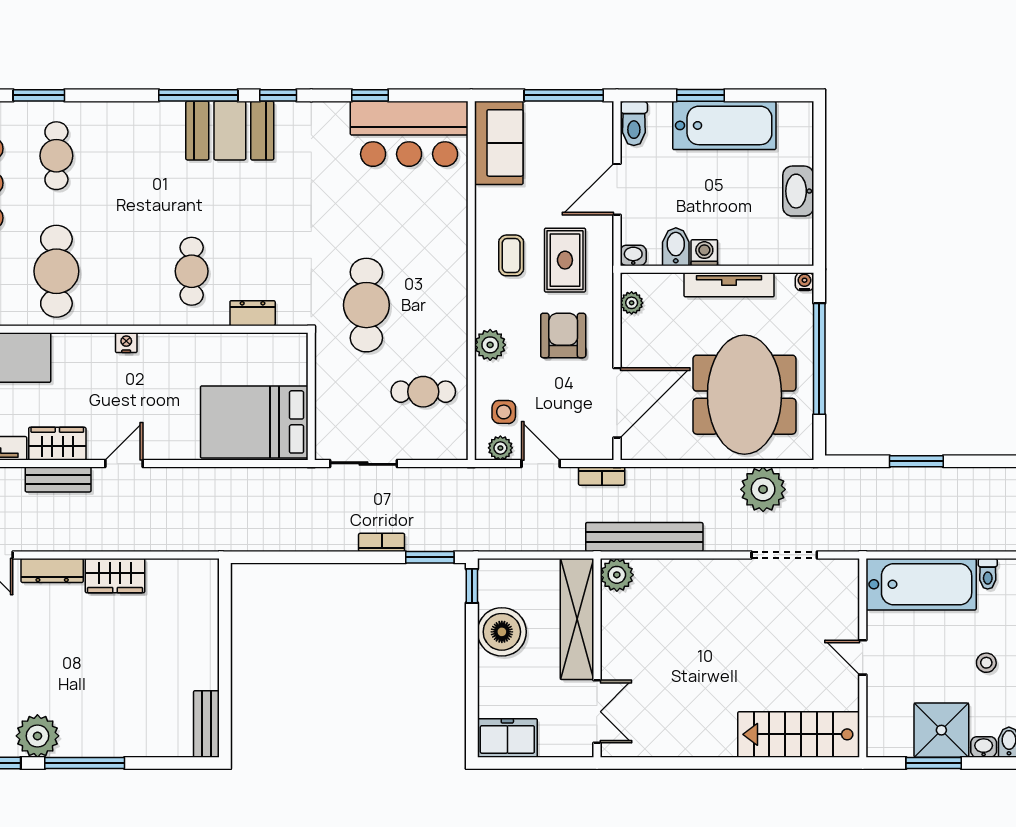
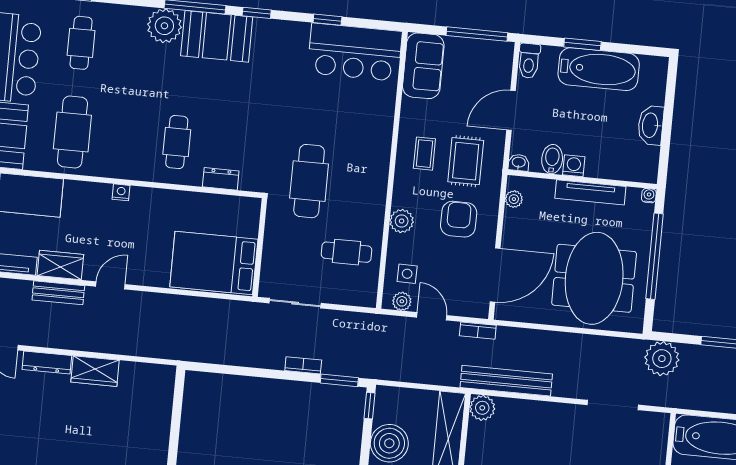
plant: (161, 123) -> (164, 26), added
plant: (763, 489) -> (662, 359), moved

